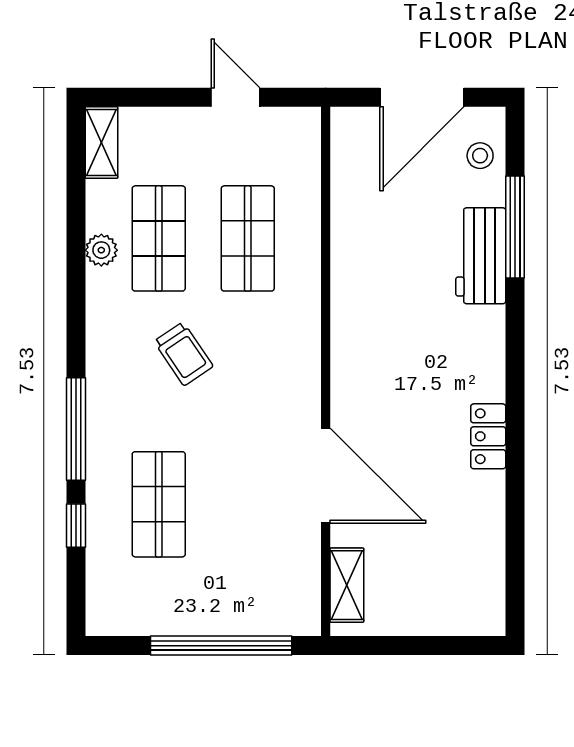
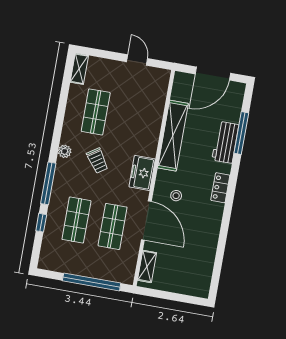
stool: (480, 156) -> (176, 196), moved
shop shelf: (248, 238) -> (113, 226), moved
plant: (101, 250) -> (65, 151), moved
shelving: (353, 262) -> (173, 136), added
freezer: (296, 364) -> (142, 173), added
locker: (488, 436) -> (220, 188), moved

